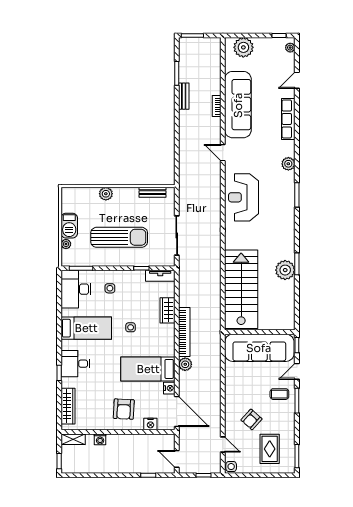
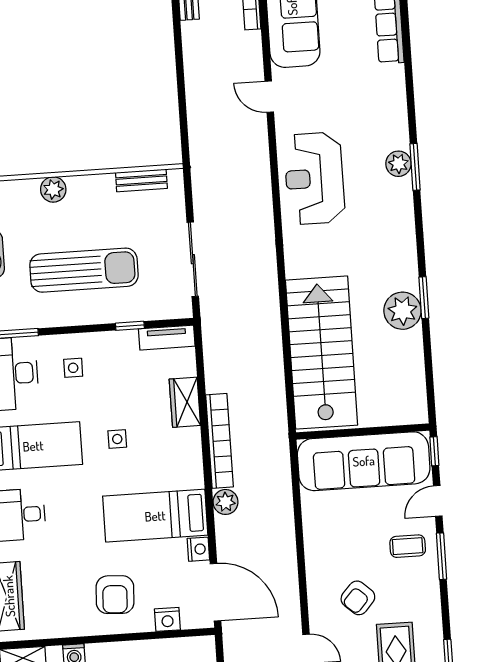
plant: (288, 164) -> (398, 164), moved

